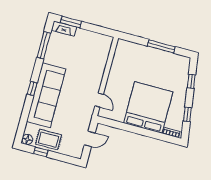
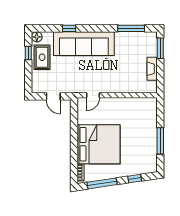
fireplace: (64, 29) -> (152, 69), moved
window: (32, 88) -> (69, 28), moved
window: (187, 114) -> (102, 183), width x2.17

